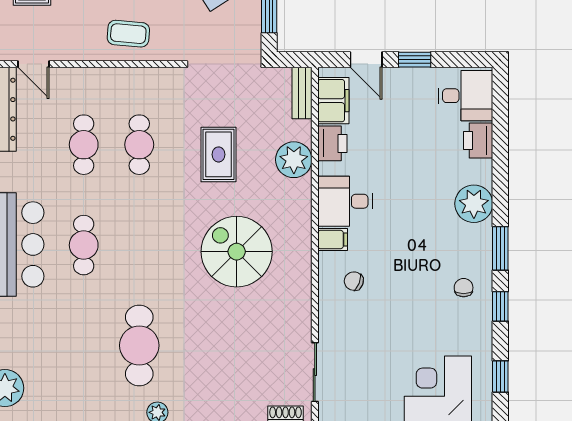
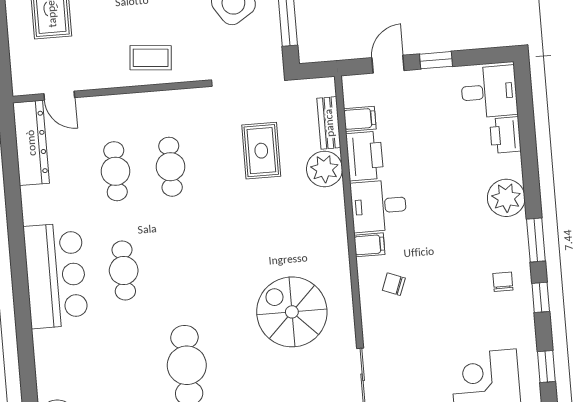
door: (366, 60) -> (388, 64), swing flipped
bench: (302, 93) -> (329, 123), moved
filing cabinet: (333, 101) -> (360, 119), width x0.50
printer: (332, 143) -> (365, 156), width x1.37, depth x1.19
rug: (219, 154) -> (261, 151), moved
spiral stairs: (237, 252) -> (292, 312), moved

